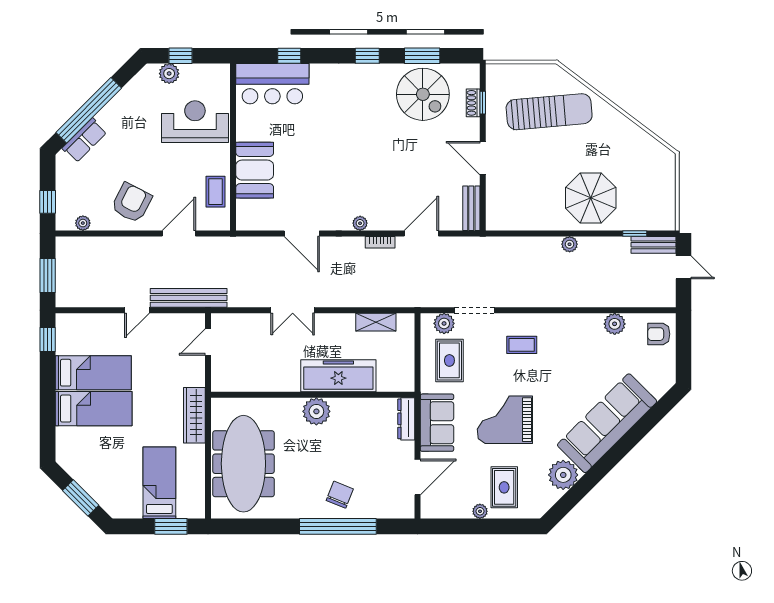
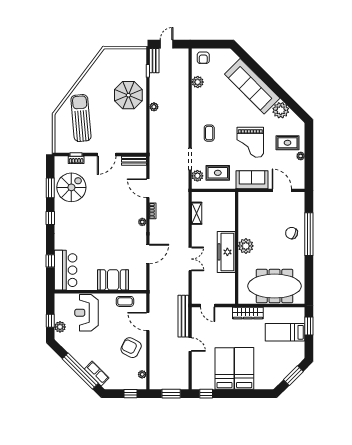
freezer: (338, 376) -> (226, 252), moved
dresser: (406, 419) -> (250, 197), removed

